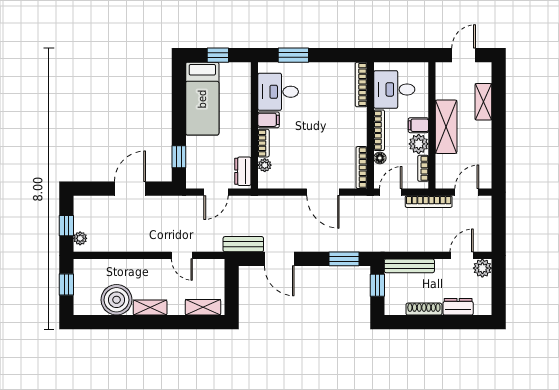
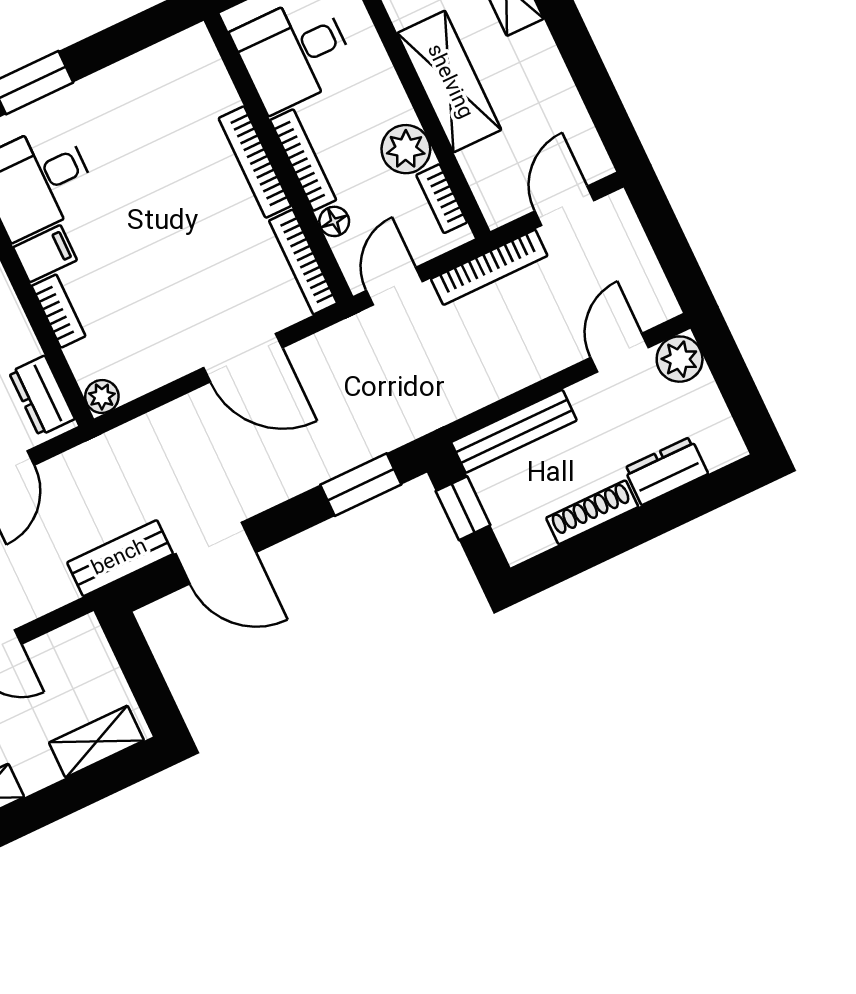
bookcase: (361, 84) -> (255, 162), moved
filing cabinet: (418, 125) -> (385, 108), removed
plant: (265, 165) -> (102, 396), moved

